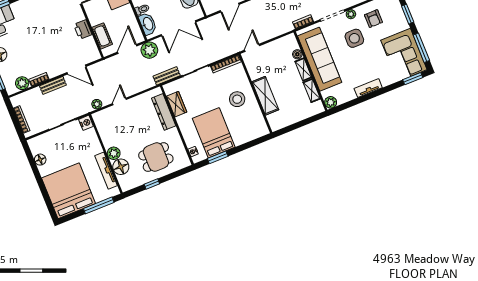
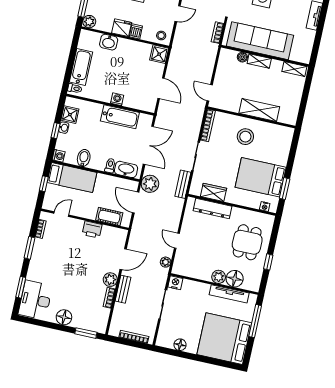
plant: (22, 83) -> (110, 280), moved
shelving: (312, 91) -> (294, 69), moved
plant: (331, 102) -> (304, 57), removed

